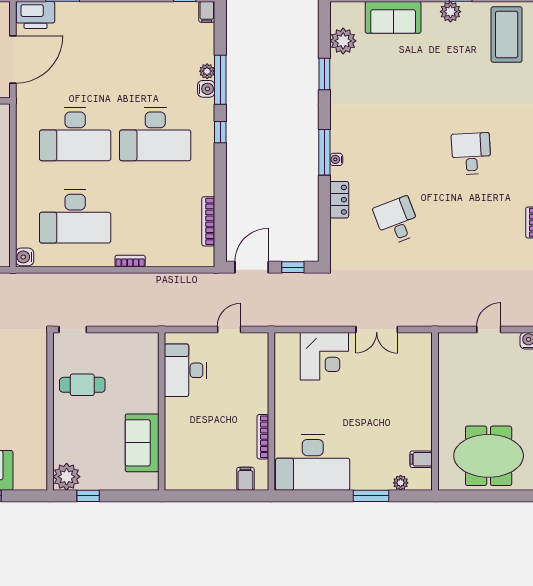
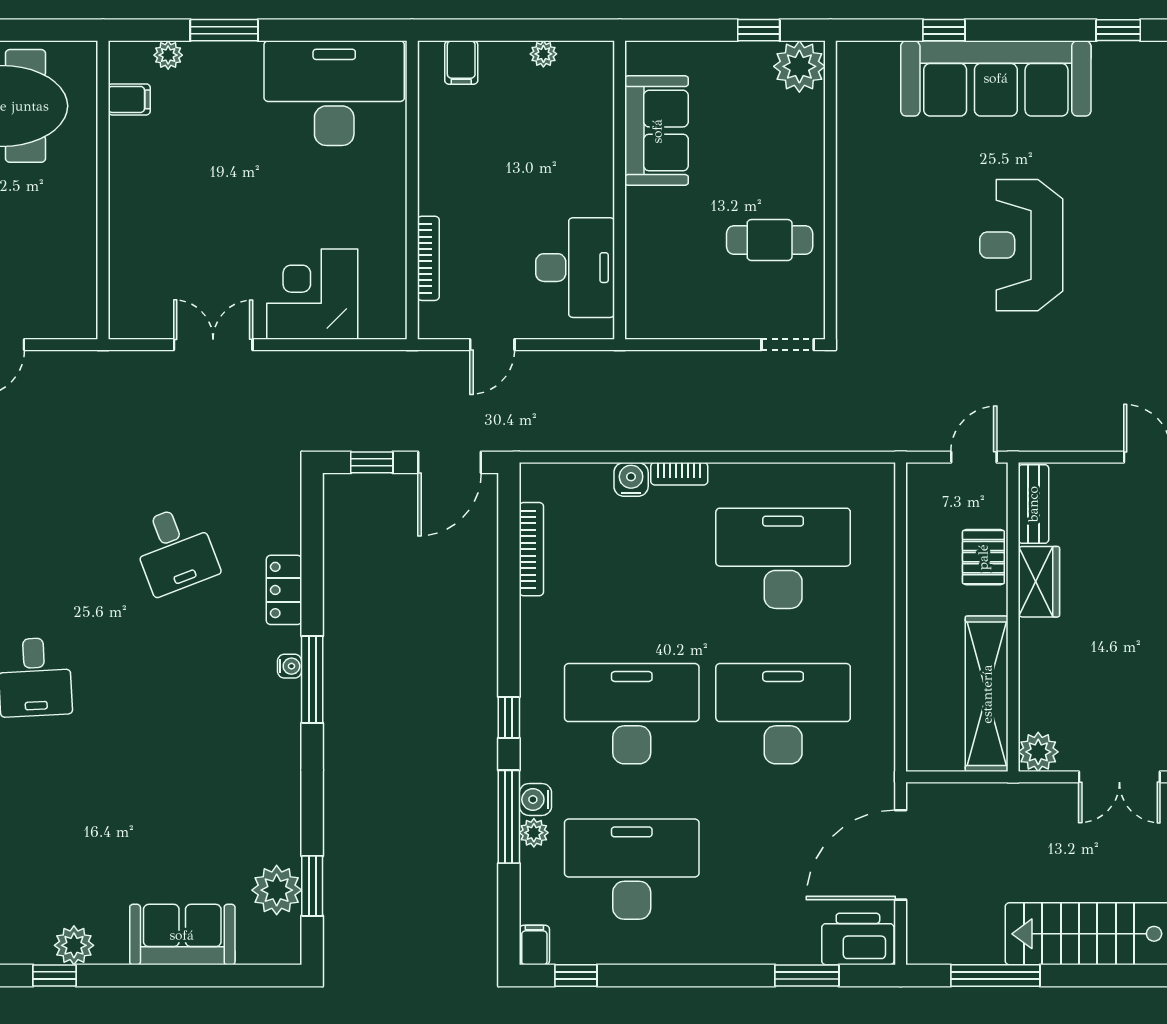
desk: (155, 52) -> (632, 869), added
window: (324, 74) -> (312, 886), moved
water cooler: (25, 257) -> (631, 479), moved, turned -90
bookcase: (263, 437) -> (428, 258), moved
plant: (202, 483) -> (543, 54), added

